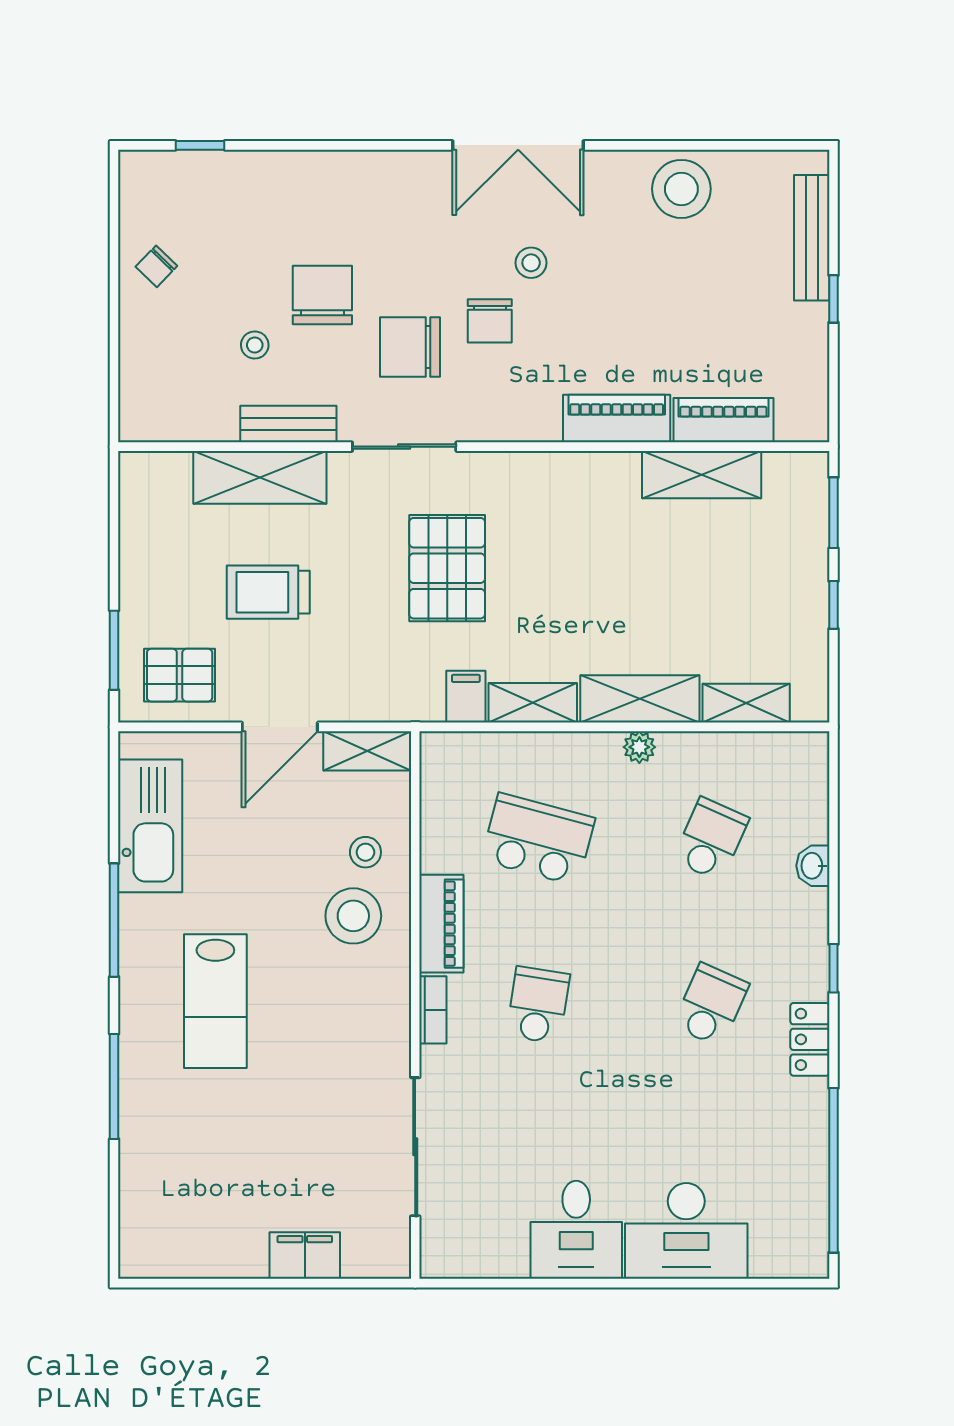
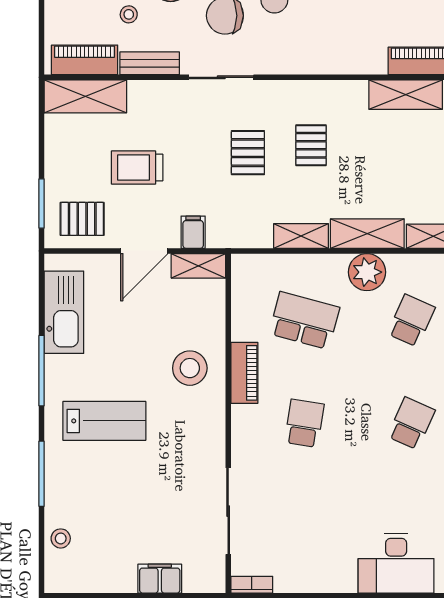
piano: (617, 418) -> (85, 60), moved
shelving: (260, 477) -> (85, 96), moved
pallet: (549, 556) -> (311, 145), added
pallet: (447, 568) -> (248, 153), width x0.67, depth x0.71
filing cabinet: (466, 697) -> (193, 232), moved
plant: (639, 747) -> (367, 272), width x1.88, depth x1.88
stool: (365, 852) -> (61, 538), moved
lab bench: (215, 1001) -> (104, 421), turned -90
bookcase: (433, 1010) -> (252, 585), moved, turned -90
desk: (576, 1230) -> (328, 563), removed

